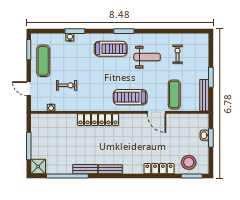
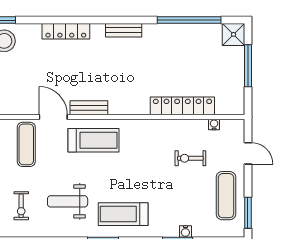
locker: (98, 120) -> (182, 106), moved
bench: (85, 169) -> (89, 108), moved
locker: (159, 169) -> (66, 31), moved

